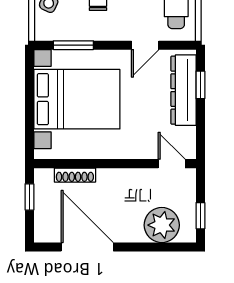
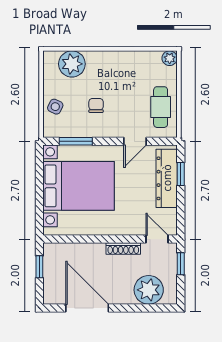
shoe rack: (75, 175) -> (123, 249), moved
window: (200, 216) -> (181, 264), moved

